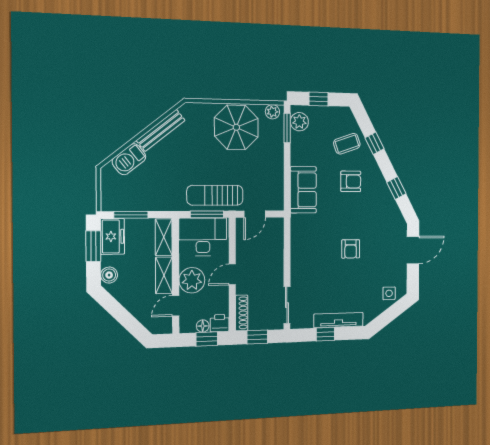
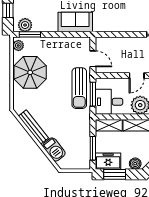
desk: (203, 237) -> (109, 102), width x0.73
door: (232, 274) -> (137, 76), hinge flipped

